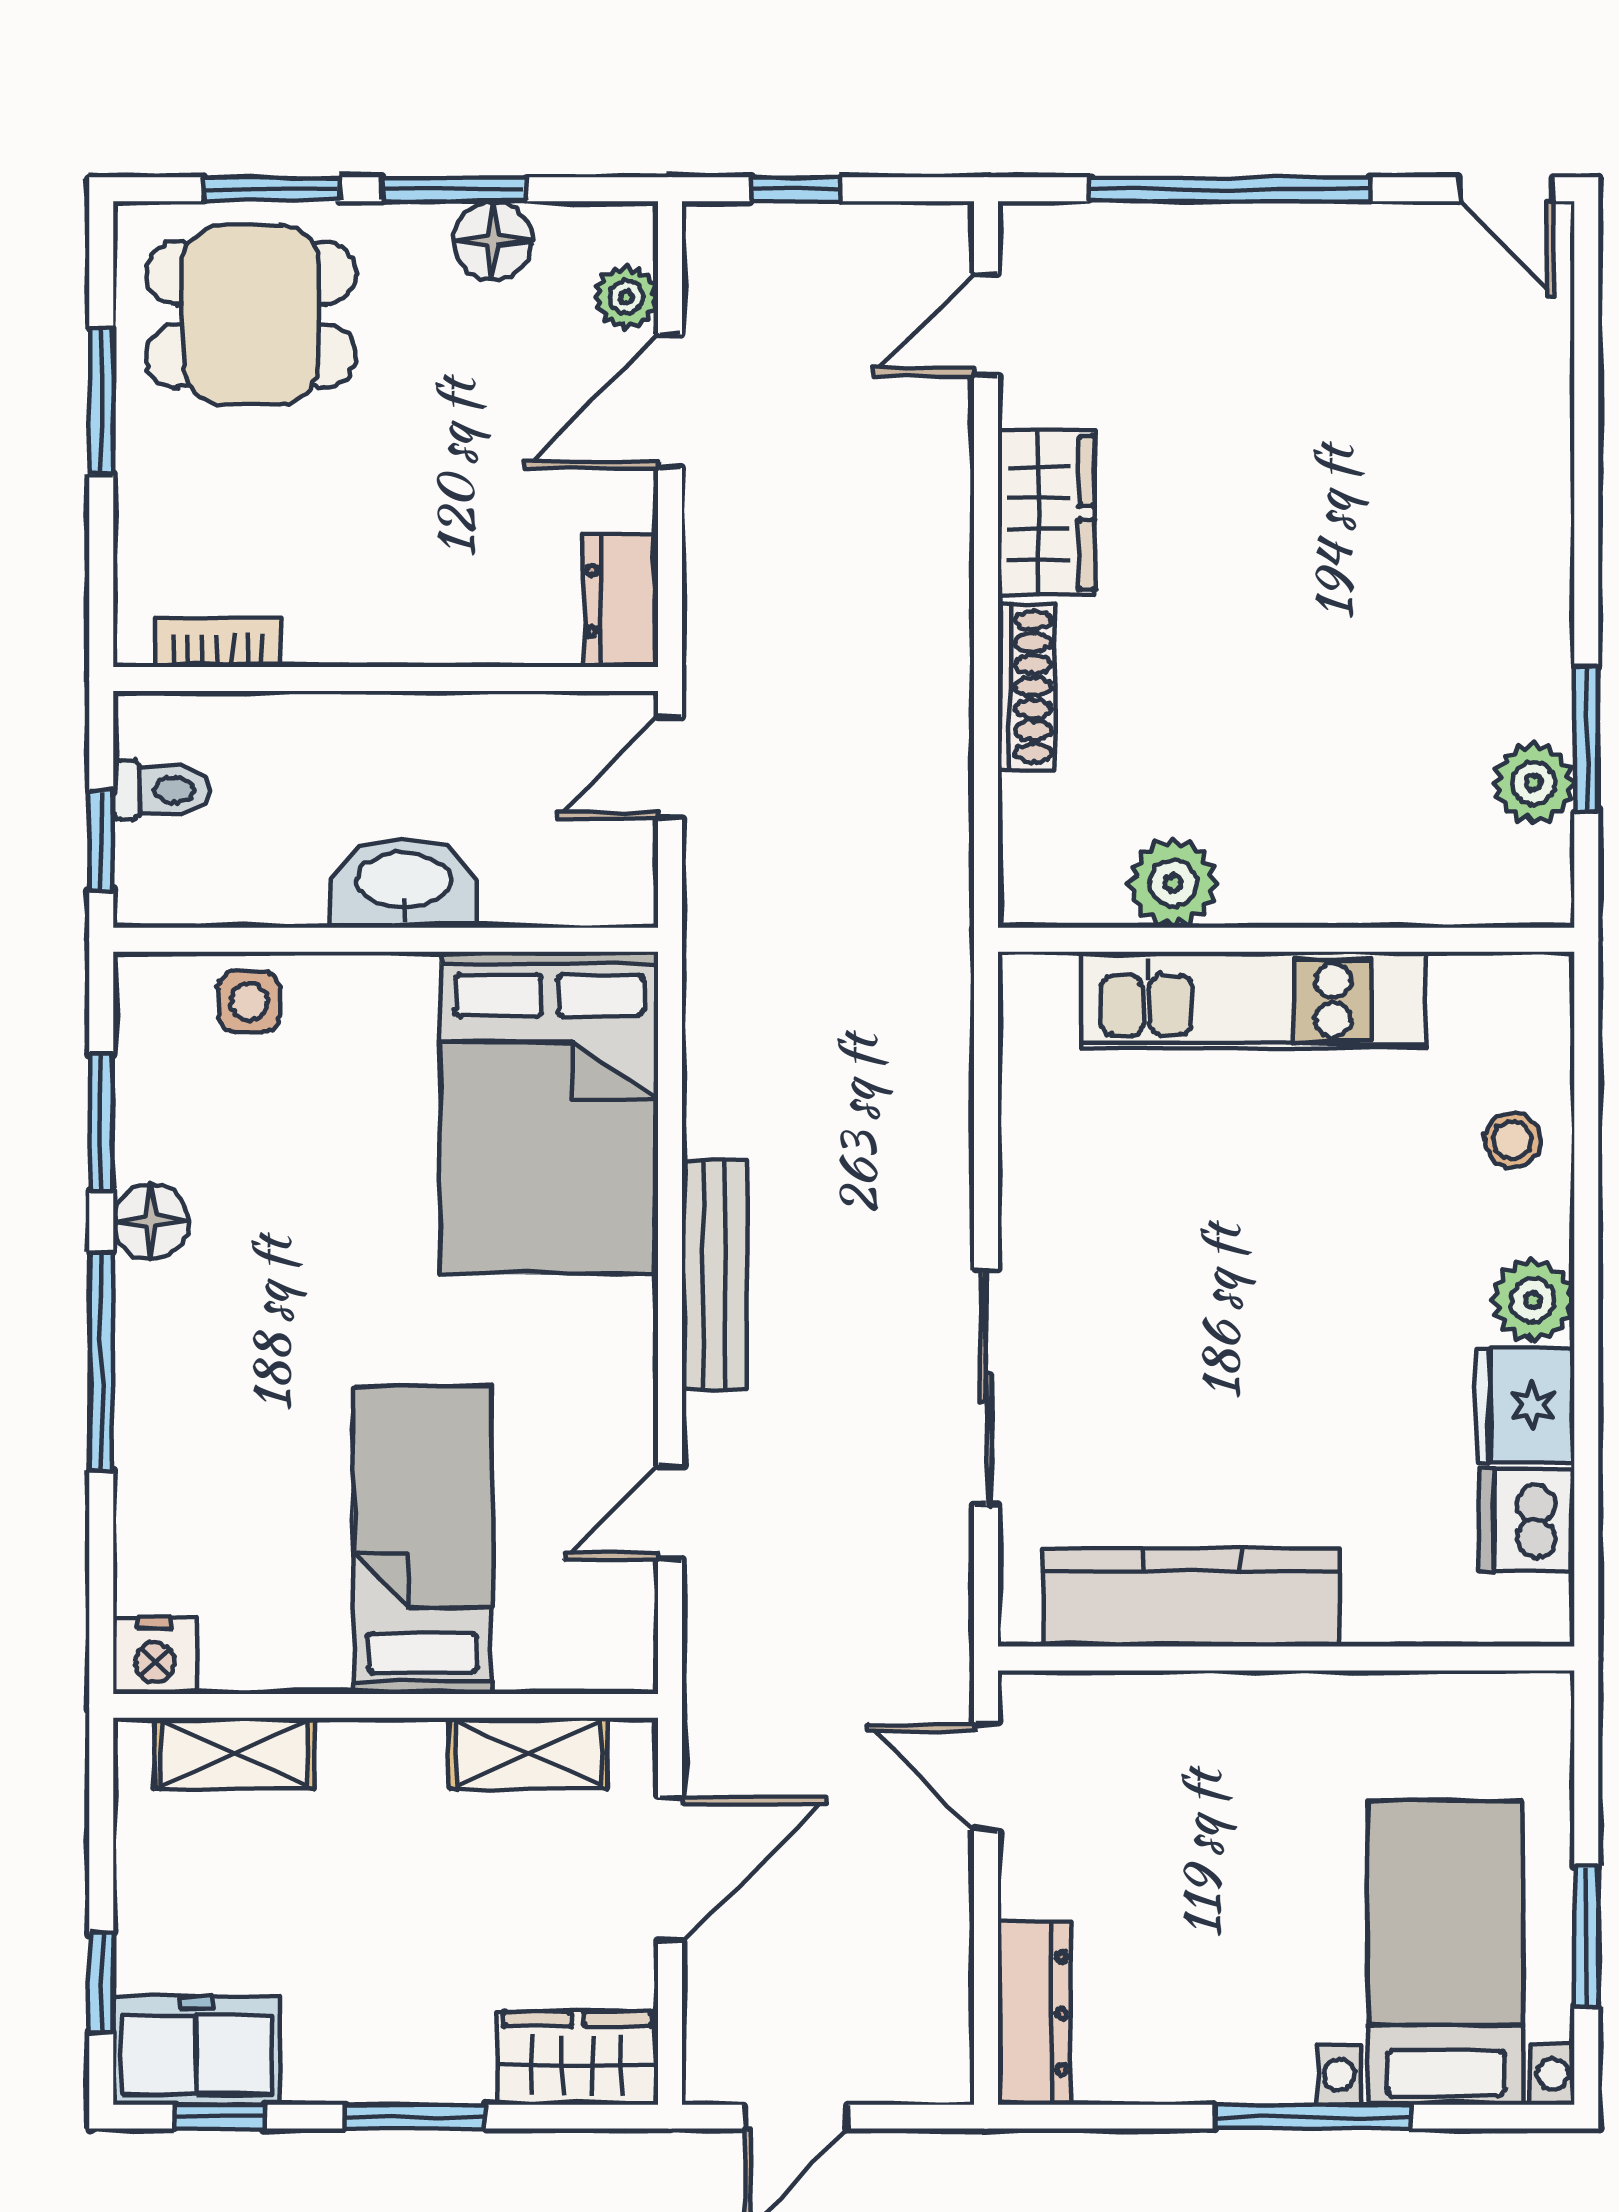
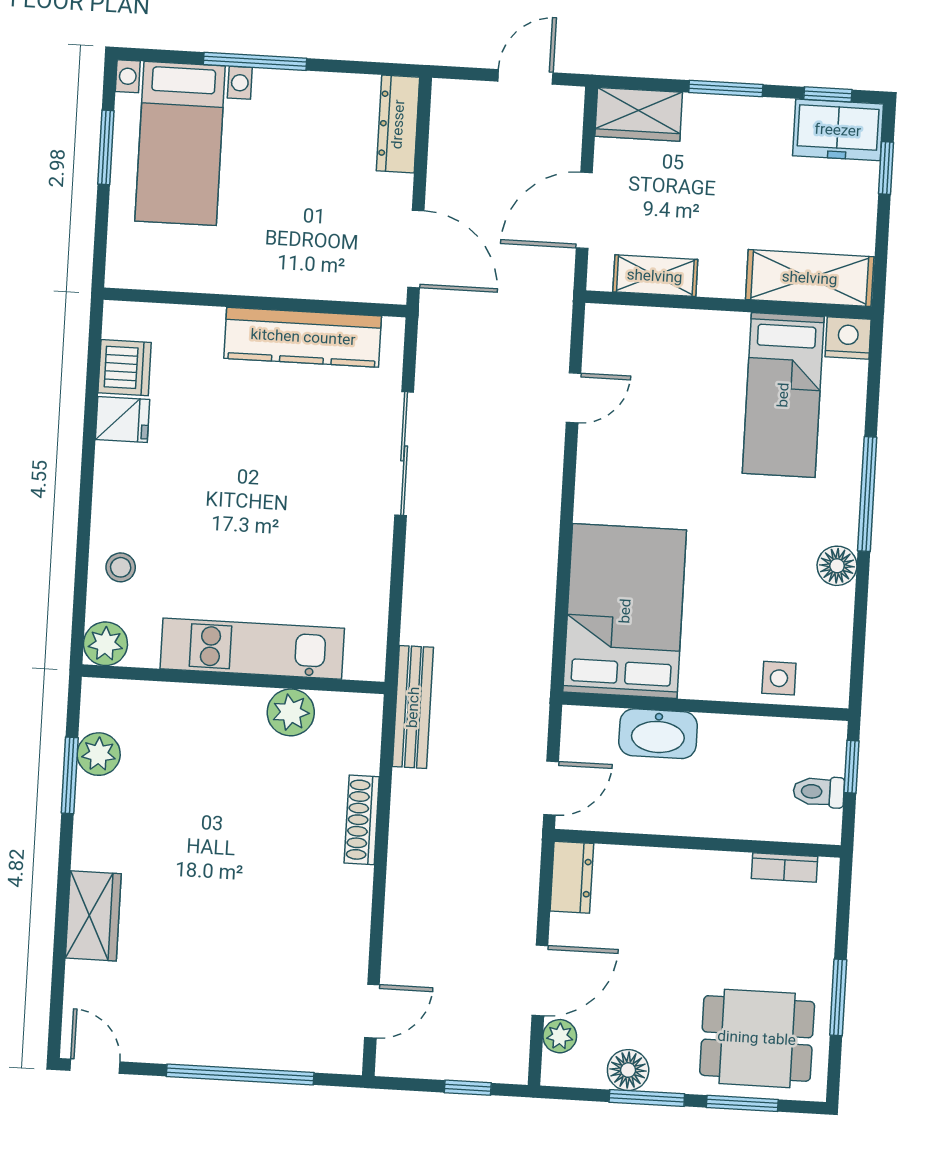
wardrobe: (1046, 513) -> (93, 916), moved, turned 180
washbasin: (404, 883) -> (658, 734), moved
window: (101, 1122) -> (860, 619), removed
bench: (714, 1274) -> (413, 707), moved
plant: (1533, 1300) -> (105, 644), moved
fridge: (1525, 1405) -> (122, 419), width x0.72
bed: (423, 1540) -> (783, 395), moved
shelving: (234, 1754) -> (810, 278), width x1.50, depth x1.33
door: (986, 1778) -> (416, 249), width x1.37

